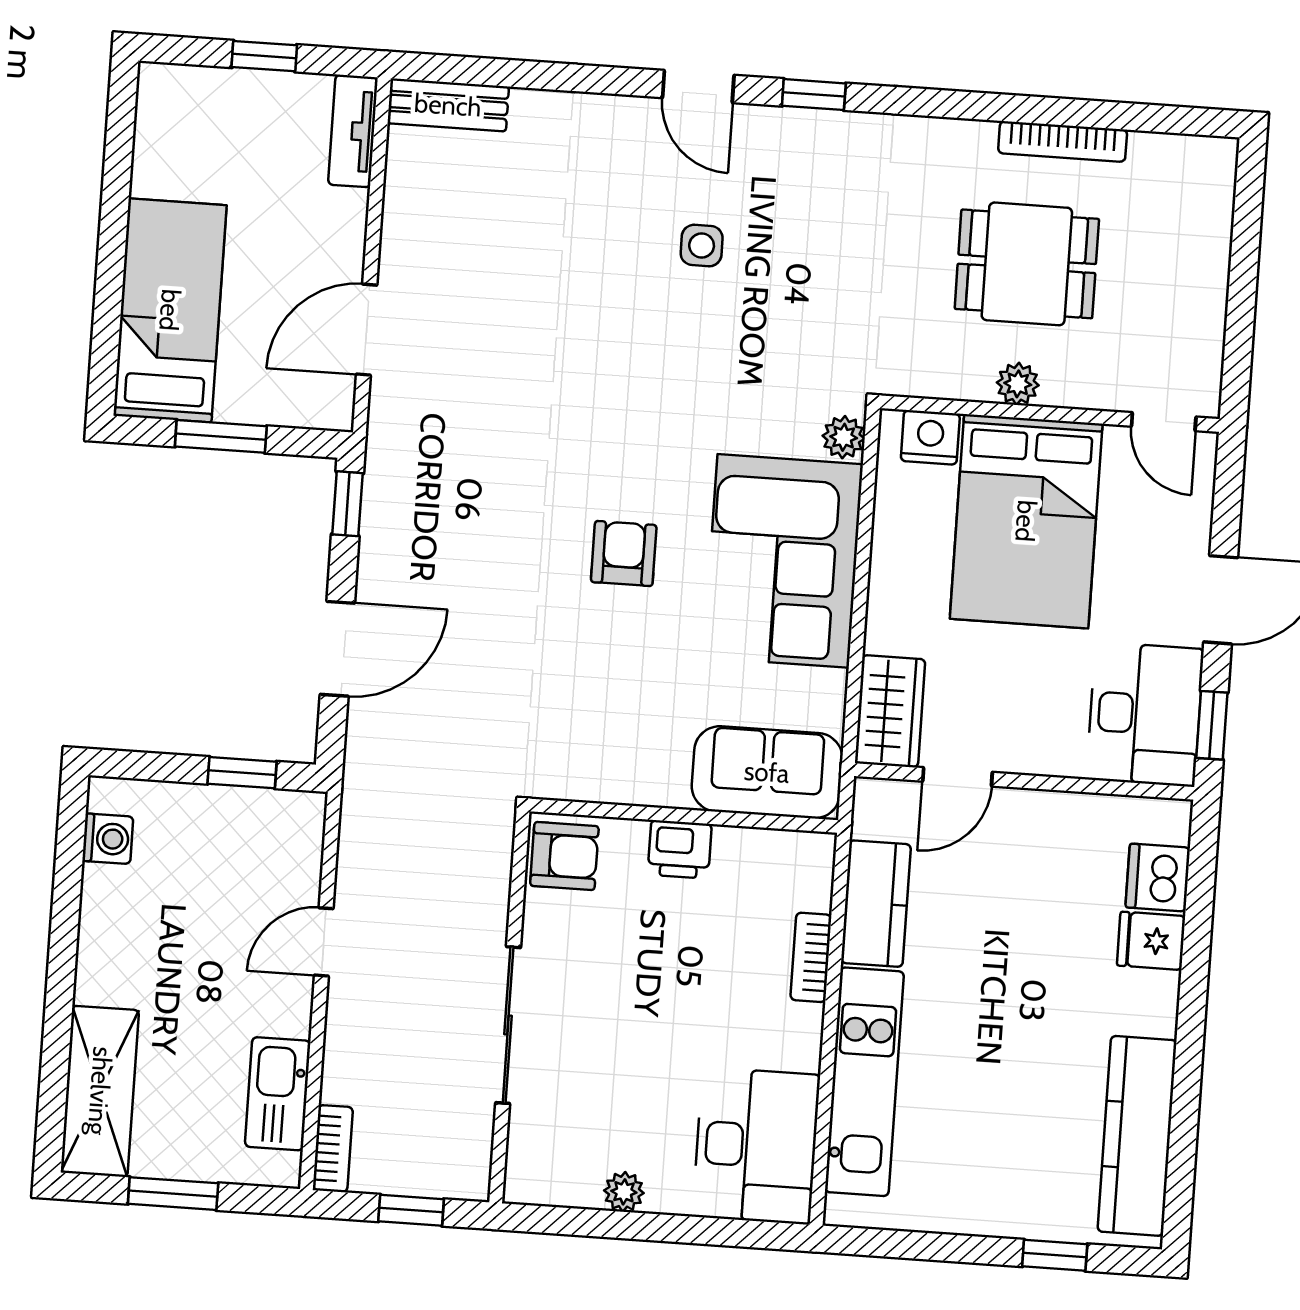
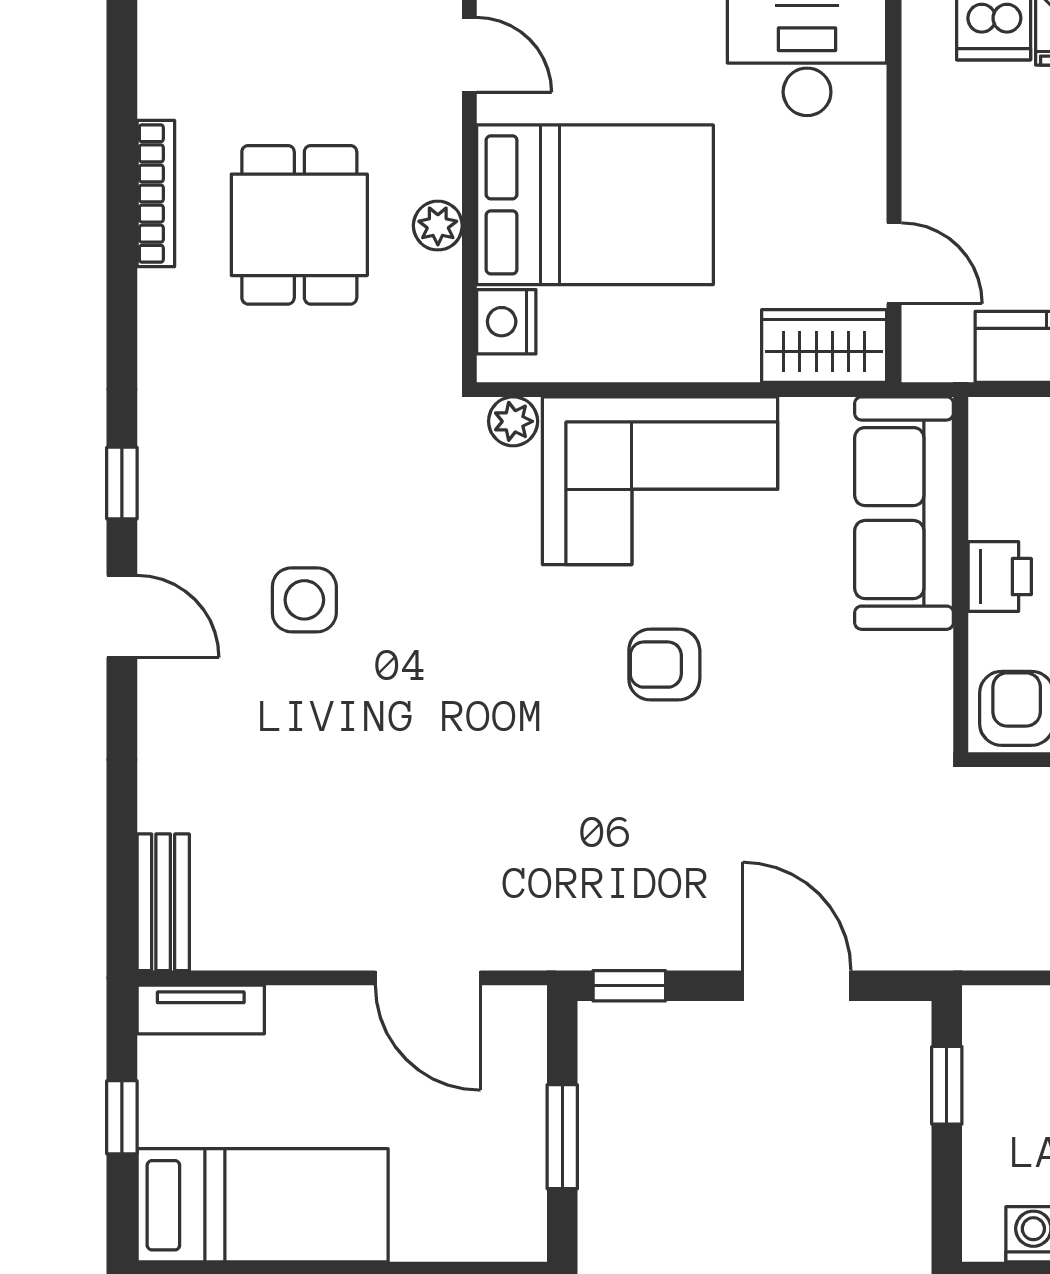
door: (698, 86) -> (122, 616), hinge flipped
side table: (702, 246) -> (304, 600), width x1.37, depth x1.37
bed: (170, 310) -> (263, 1205), moved, turned 180
door: (1164, 422) -> (469, 55), hinge flipped
sofa: (767, 772) -> (904, 513), width x1.36

